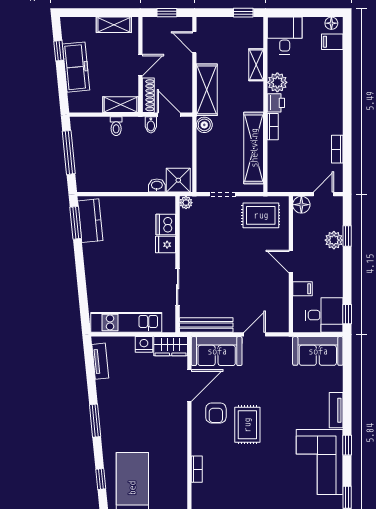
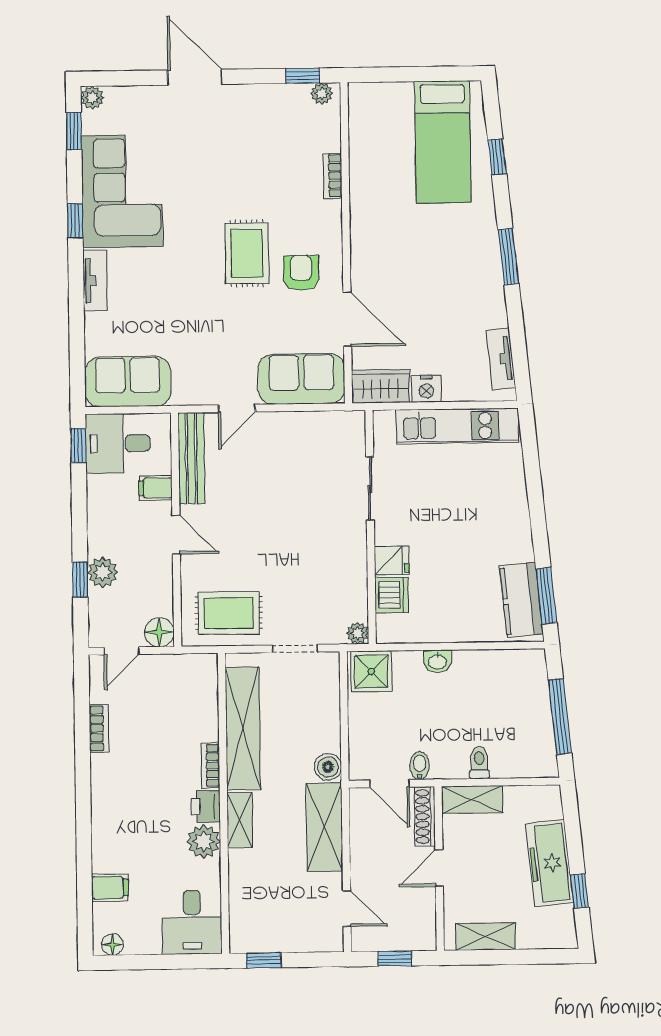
filing cabinet: (332, 42) -> (110, 888), moved
shelving: (256, 65) -> (240, 820), moved
washbasin: (157, 186) -> (437, 661), moved
bench: (206, 325) -> (191, 458), moved, turned 90
door: (189, 386) -> (347, 319), swing flipped

